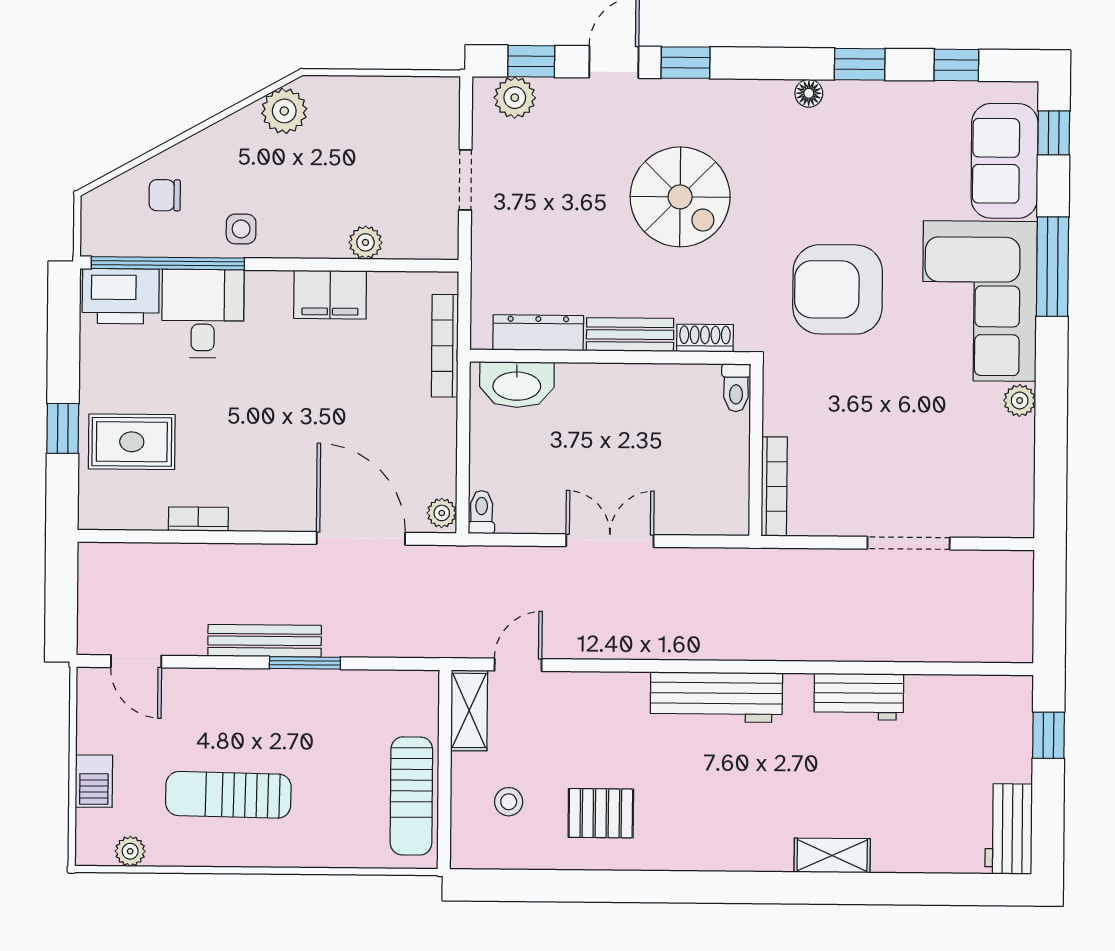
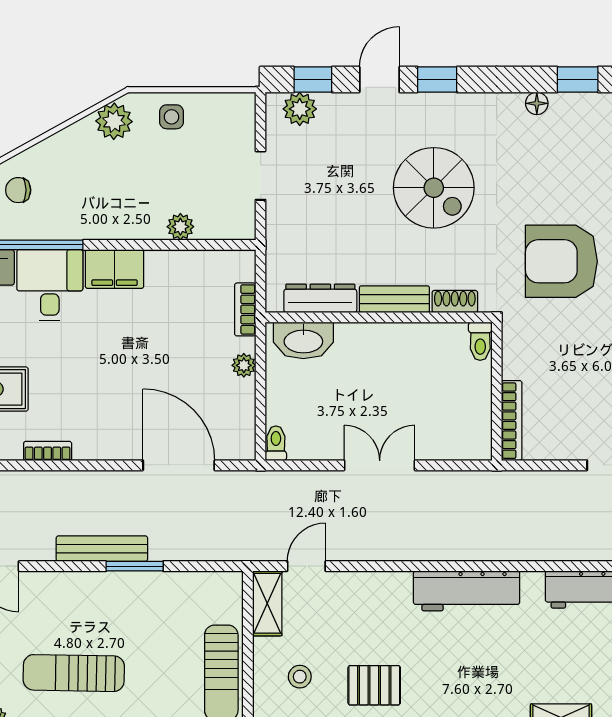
side table: (241, 229) -> (171, 117), moved
filing cabinet: (330, 295) -> (115, 269), moved
bookcase: (445, 346) -> (245, 309), width x0.64
plant: (442, 513) -> (244, 365), moved

